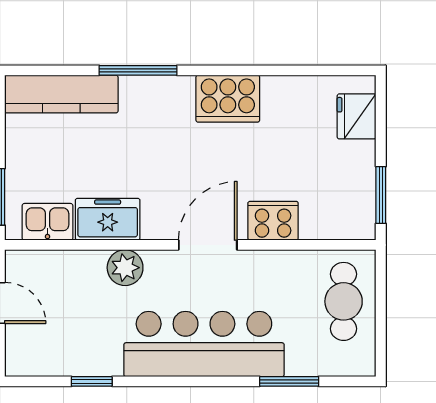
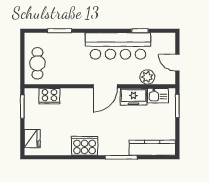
cooker: (273, 221) -> (49, 96), moved
door: (208, 245) -> (105, 86), moved
plant: (125, 268) -> (147, 77), moved
bar counter: (204, 344) -> (118, 46), moved

